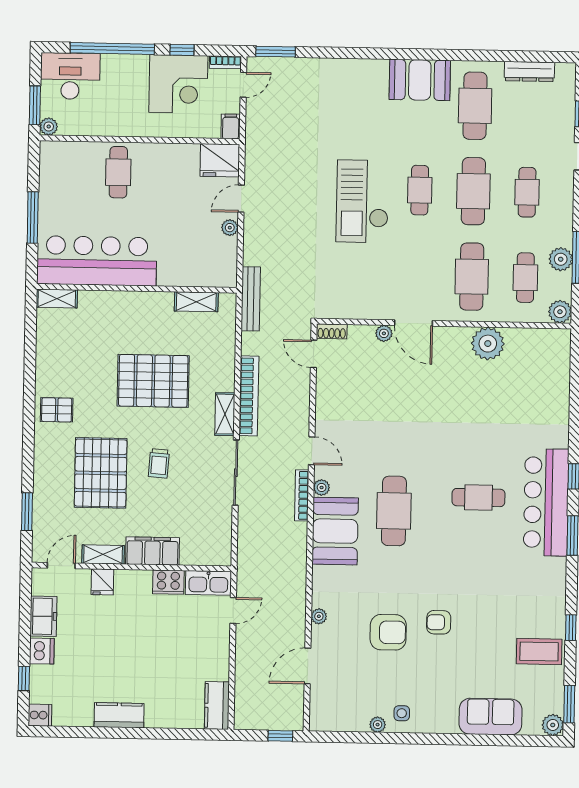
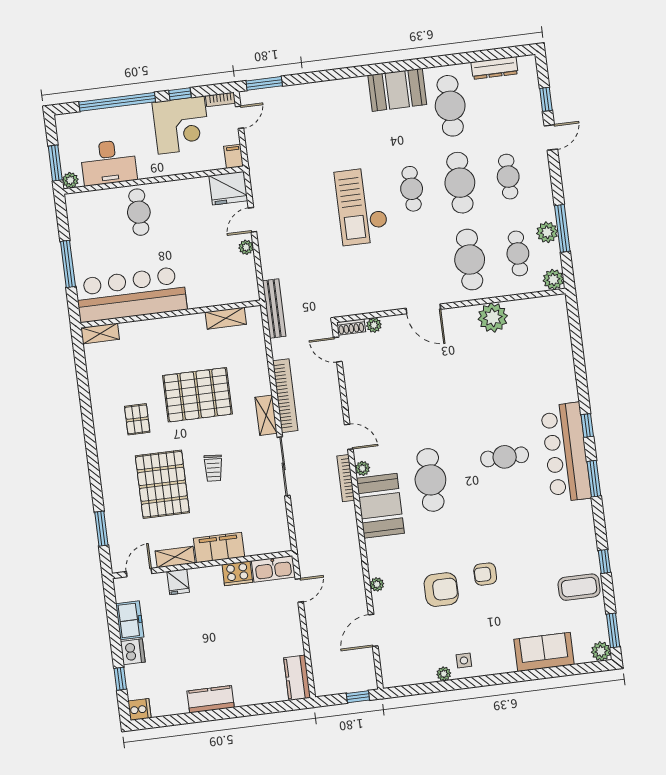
desk: (70, 76) -> (109, 162), moved, turned 180
plant: (384, 333) -> (374, 325), moved
pallet: (57, 410) -> (137, 419), moved, turned 90

